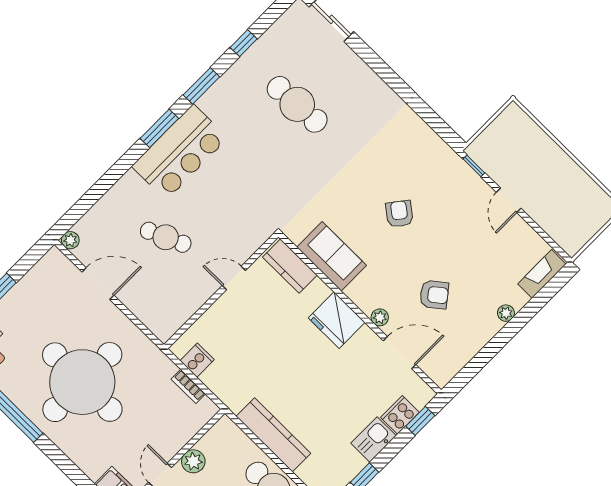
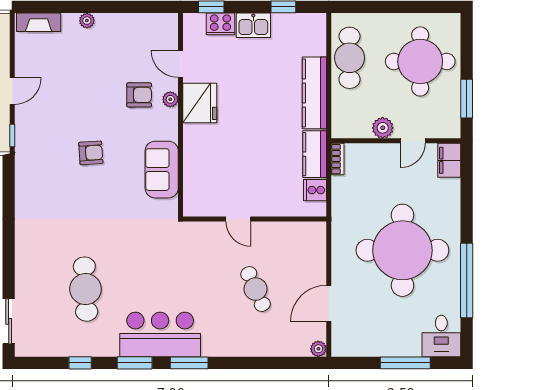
bar counter: (180, 152) -> (160, 334), moved
armchair: (399, 214) -> (91, 153), turned -132
kitchen counter: (290, 266) -> (315, 154), moved, turned 180
door: (98, 284) -> (329, 303), hinge flipped
armchair: (434, 295) -> (139, 95), moved, turned 128
fridge: (337, 320) -> (200, 103), moved
door: (399, 353) -> (181, 64), width x0.73
bookcase: (188, 386) -> (338, 159), moved

